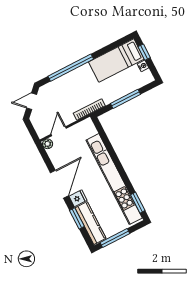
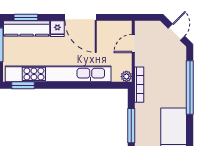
door: (59, 131) -> (133, 43), swing flipped
plant: (48, 144) -> (126, 76), moved
window: (77, 218) -> (26, 17), moved

